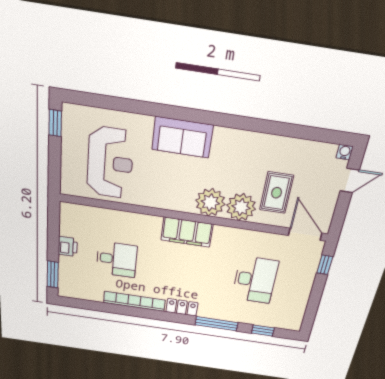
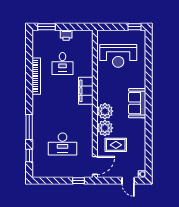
sofa: (182, 137) -> (137, 103), moved
filing cabinet: (187, 232) -> (86, 91), moved
locker: (182, 307) -> (37, 105), removed

